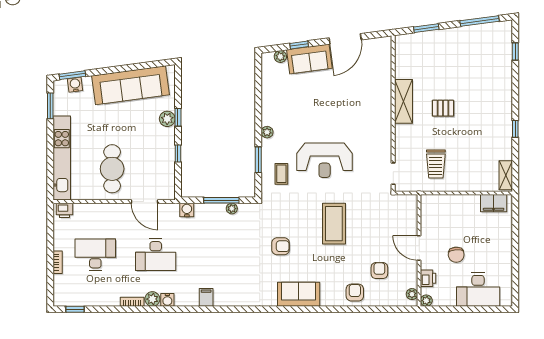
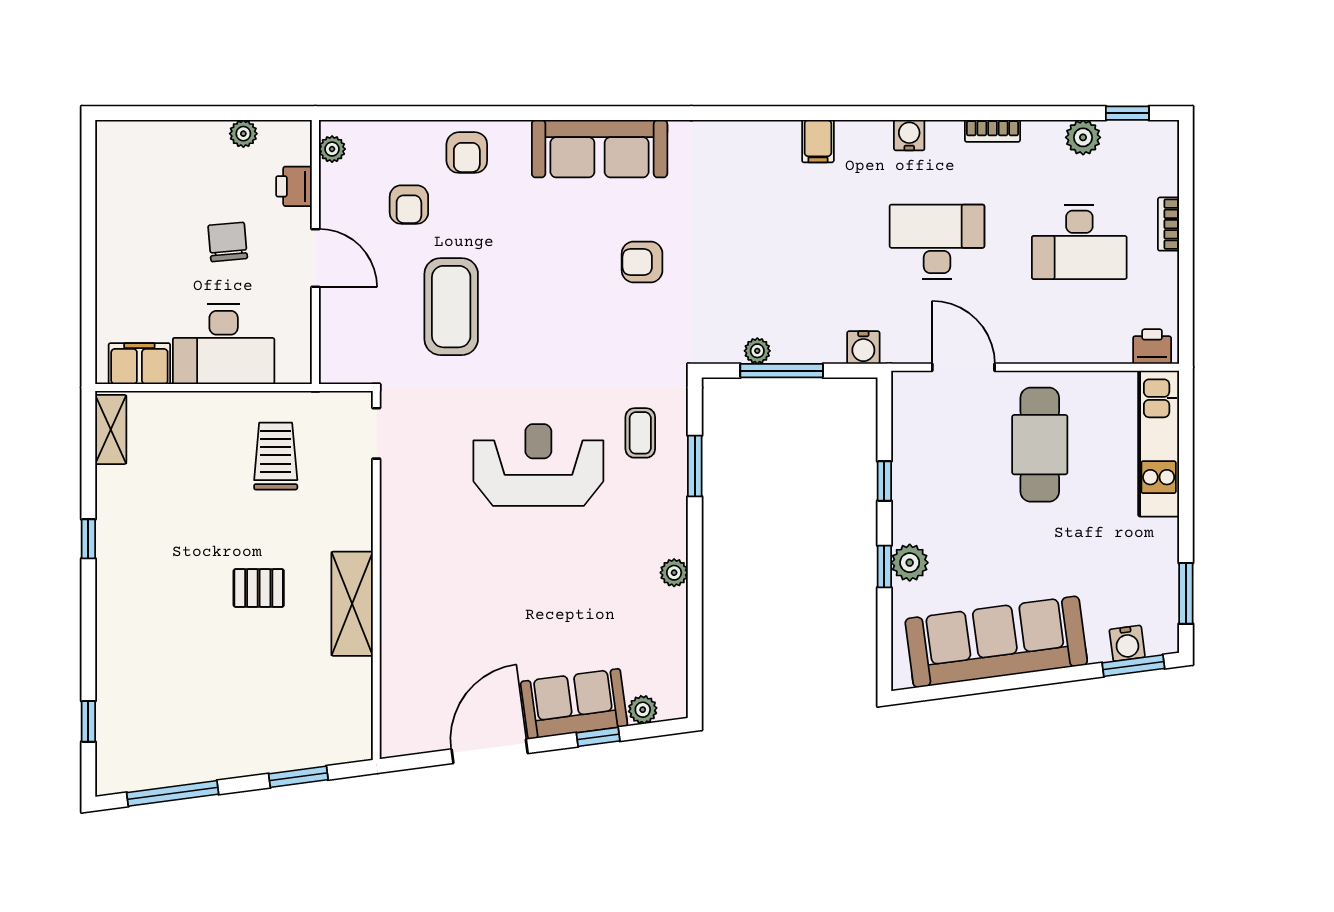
plant: (267, 132) -> (674, 573), moved
kitchen unit: (62, 158) -> (1159, 444), width x0.73
coffee table: (334, 224) -> (451, 307), moved
desk: (478, 290) -> (224, 344), moved, turned 180
sofa: (299, 294) -> (600, 149), width x1.36
plant: (152, 299) -> (1083, 137), moved
plant: (426, 301) -> (243, 134), moved

